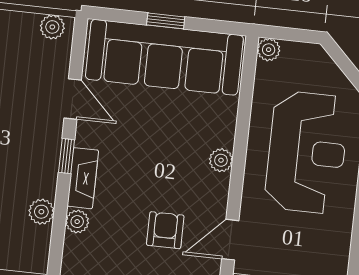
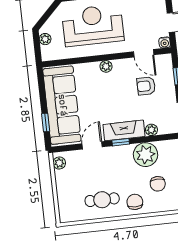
window: (166, 21) -> (46, 123), moved
plant: (269, 50) -> (45, 39), moved
fireplace: (83, 178) -> (124, 130), width x1.37, depth x1.32
plant: (41, 212) -> (146, 155), width x1.88, depth x1.88

